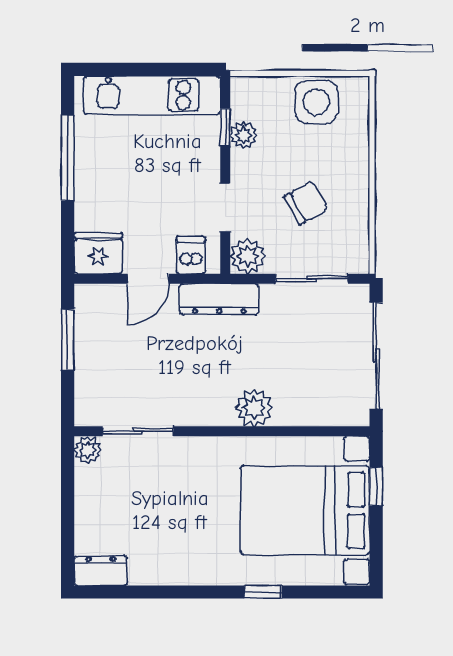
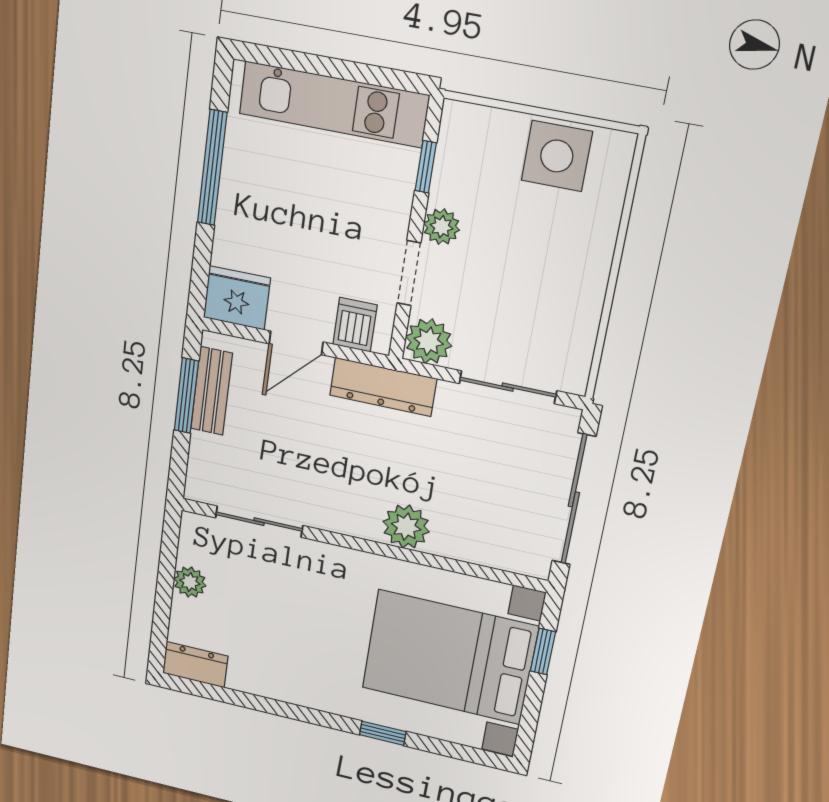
plant: (244, 135) -> (442, 227), moved
chair: (306, 203) -> (518, 288), removed
bench: (87, 331) -> (212, 391), added
plant: (88, 450) -> (190, 582), moved

